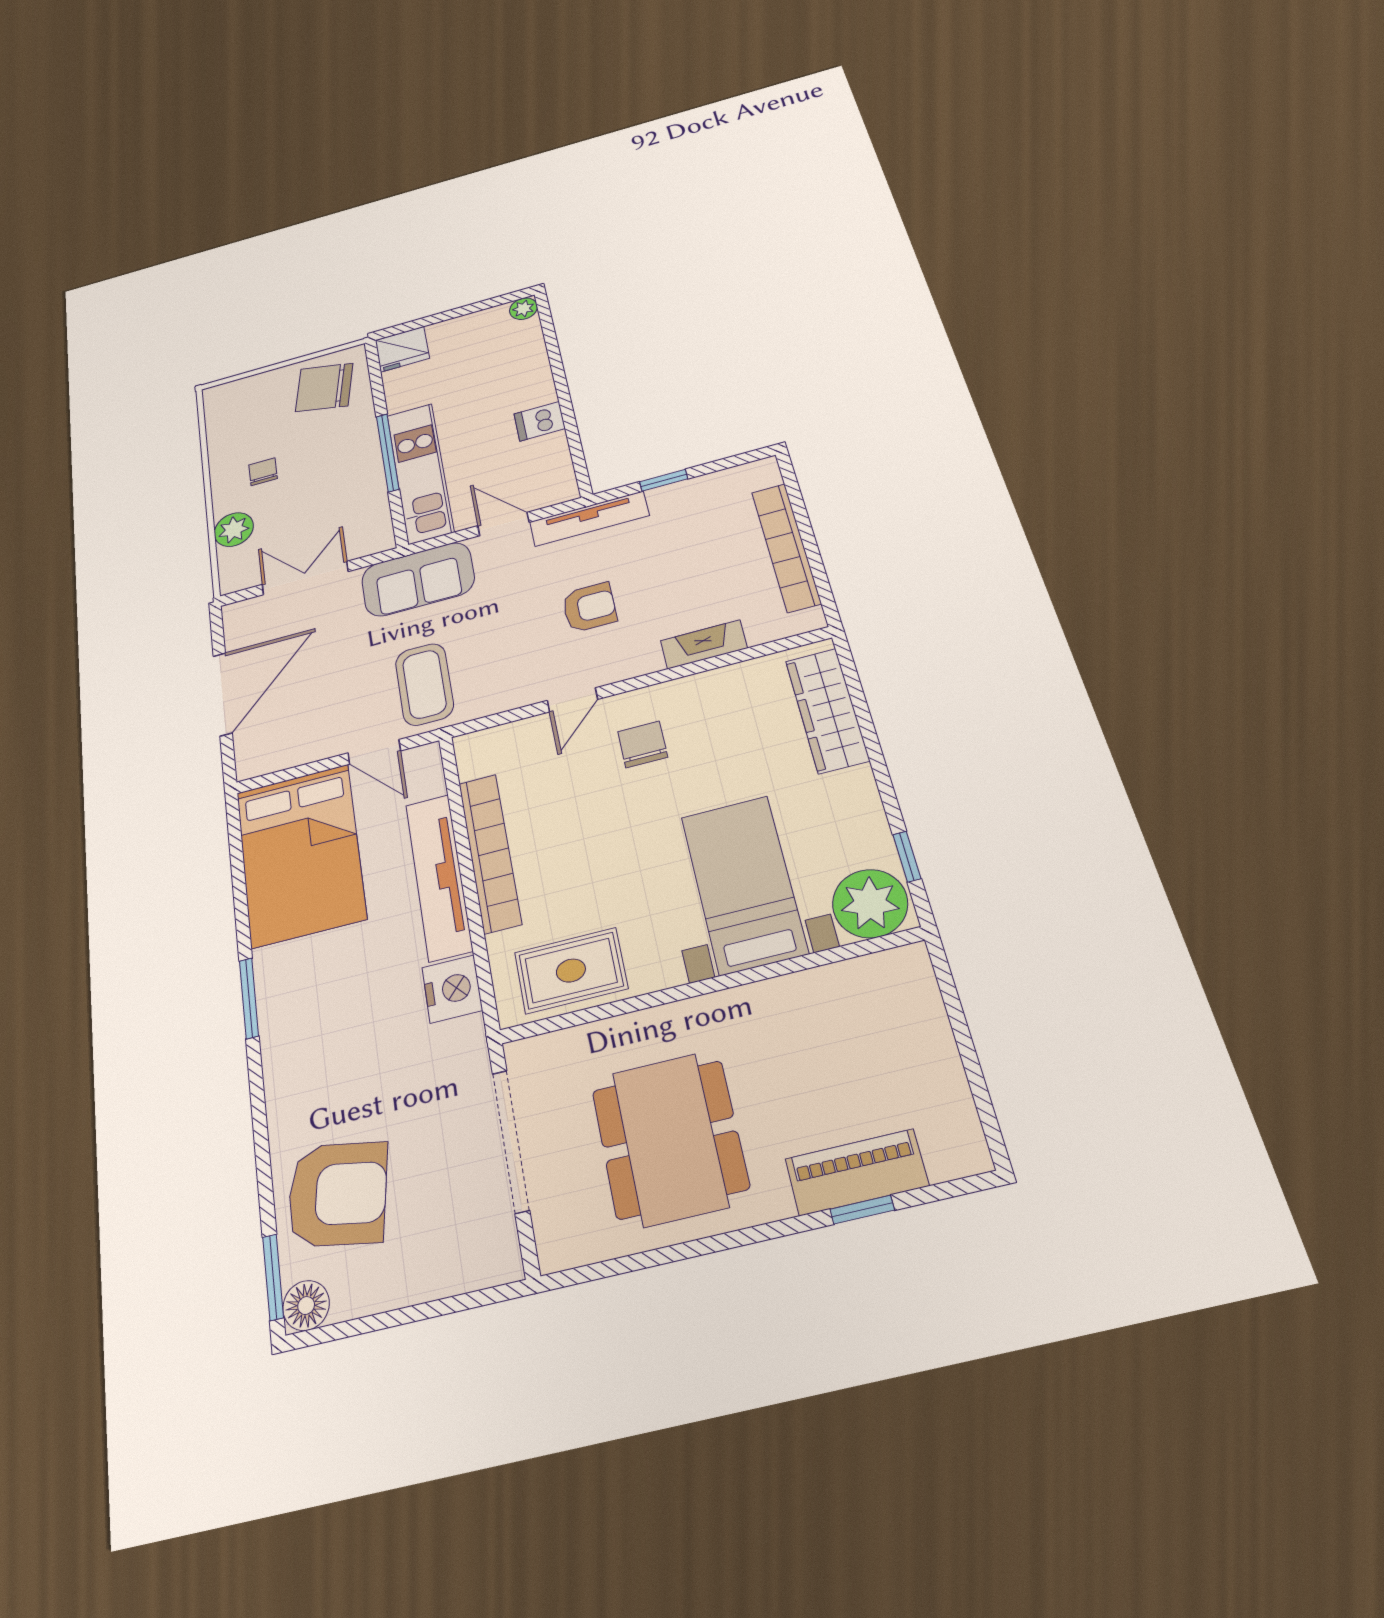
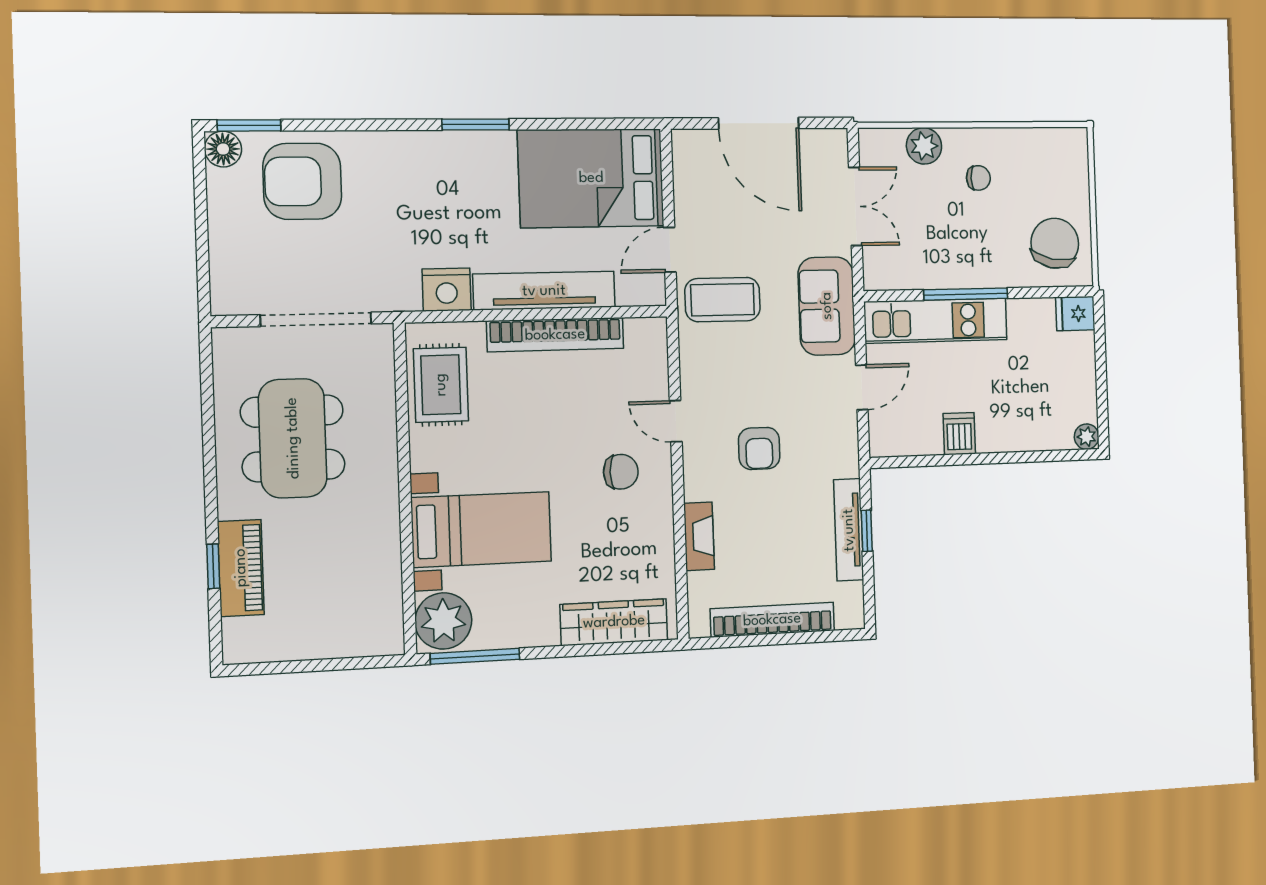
fridge: (402, 349) -> (1075, 314), width x0.72
tv unit: (589, 519) -> (849, 530), moved
window: (907, 857) -> (475, 656), width x2.17
dining table: (670, 1139) -> (293, 438), turned 90
armchair: (337, 1194) -> (302, 181), turned 80

